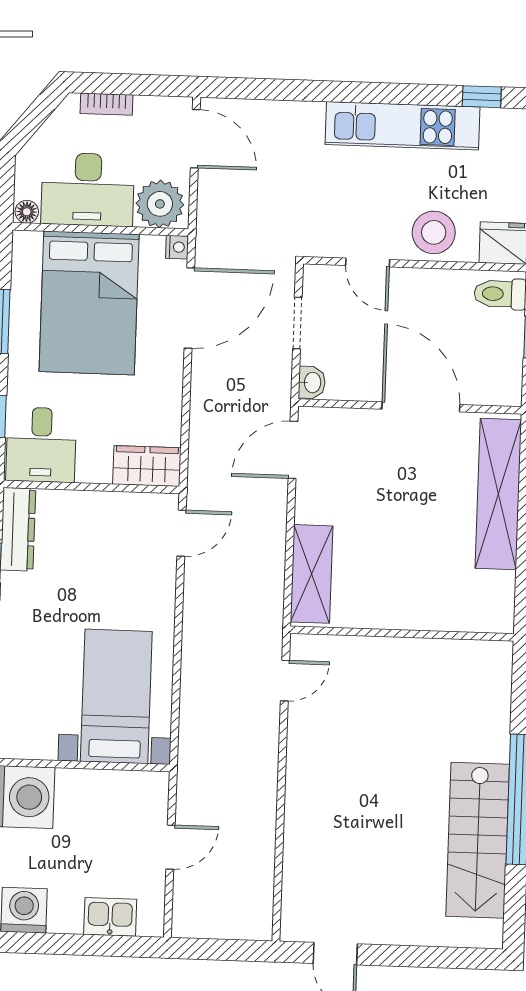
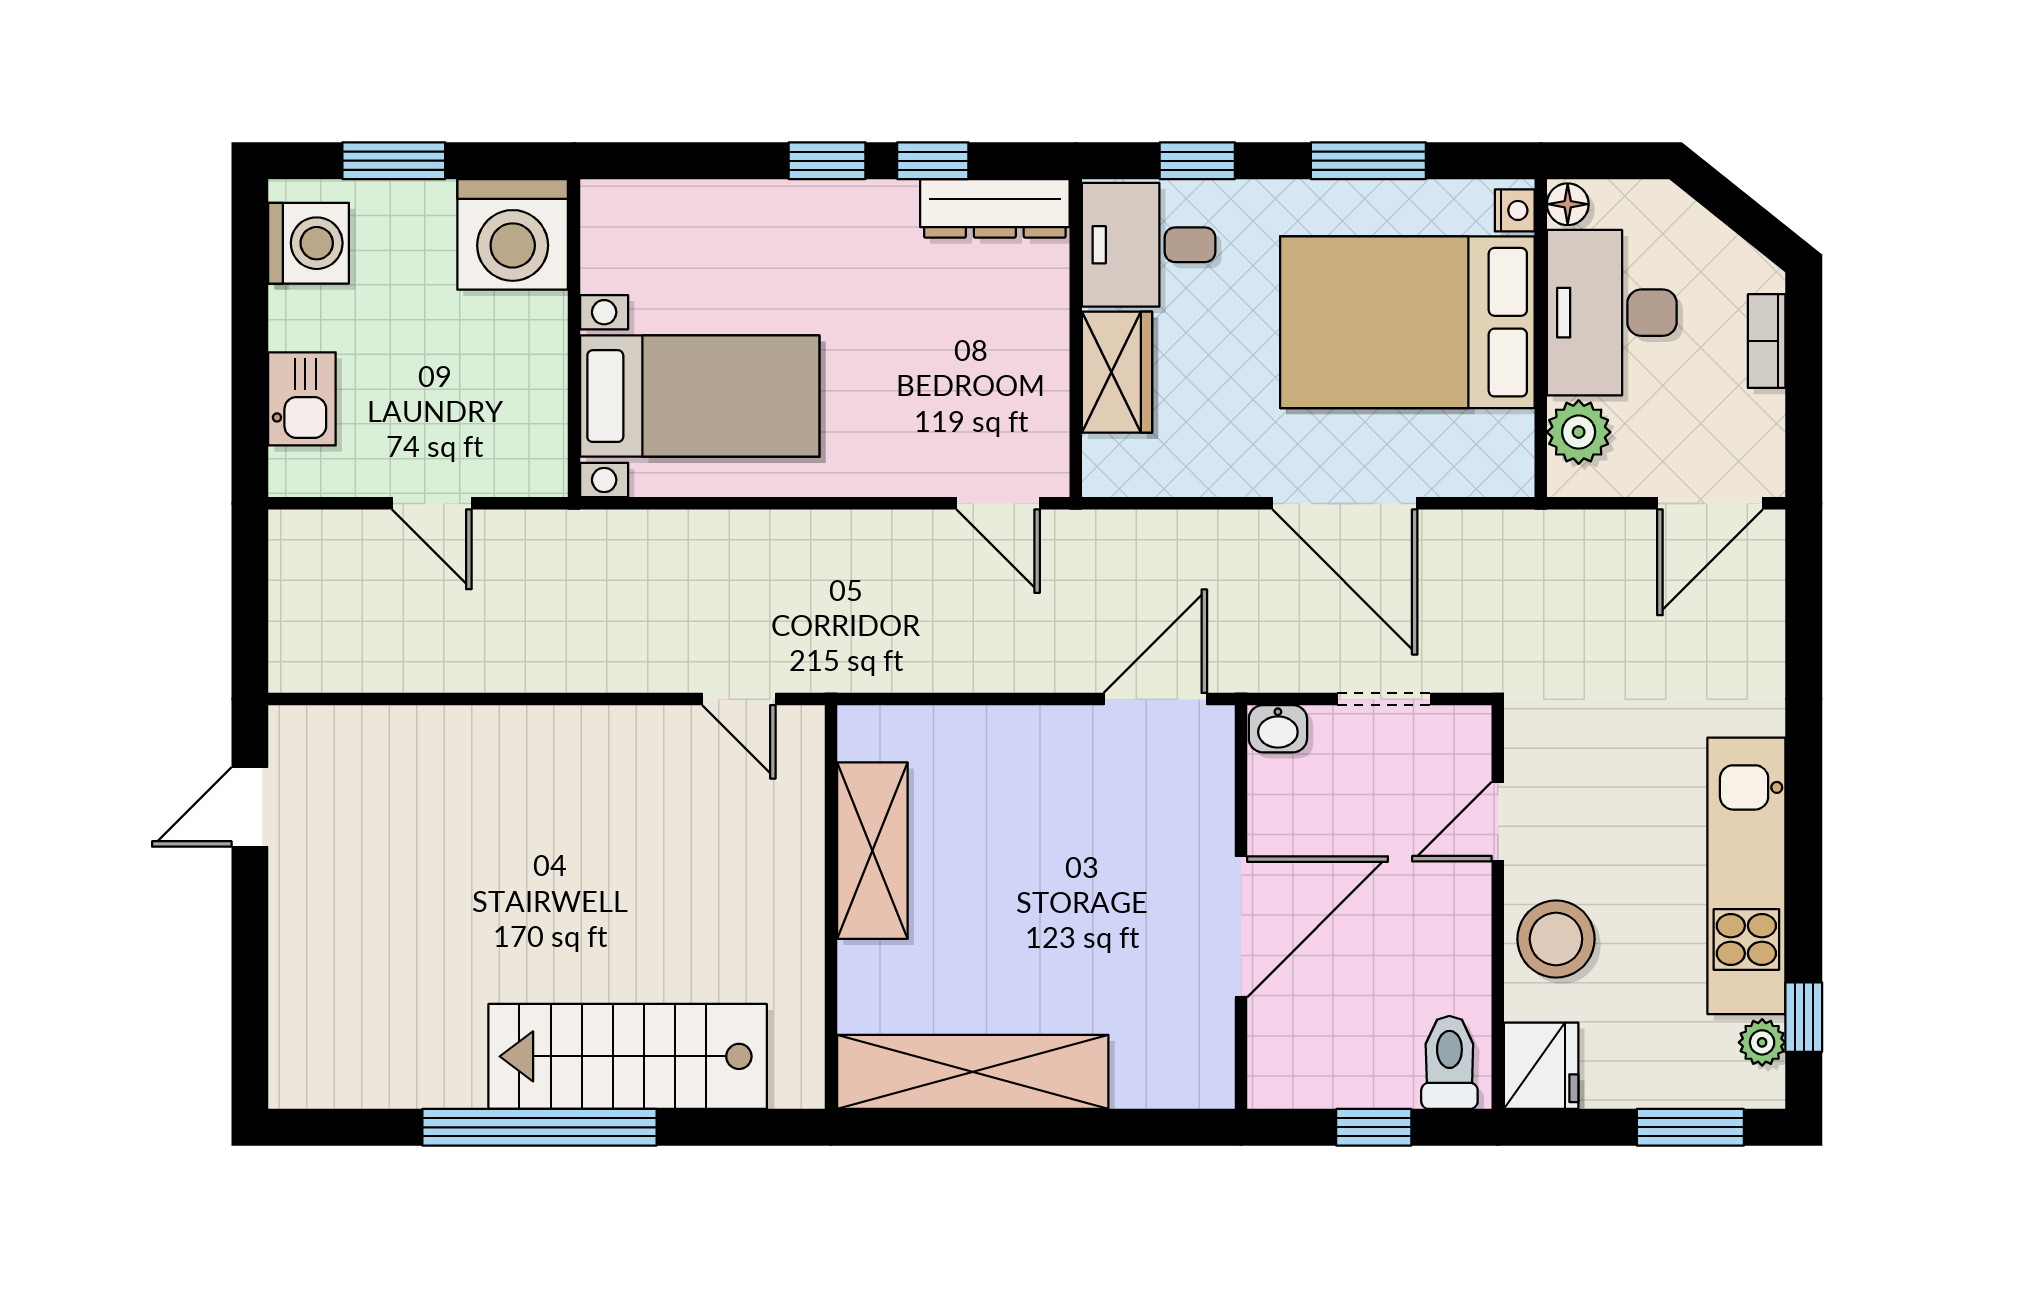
plant: (495, 120) -> (1762, 1042), added
plant: (160, 204) -> (1579, 432), width x0.73, depth x0.73
nightstand: (177, 247) -> (1515, 210), moved, turned -90
door: (189, 308) -> (1345, 503), moved
door: (293, 450) -> (1155, 699), hinge flipped
wardrobe: (147, 466) -> (1117, 372), moved
shelving: (498, 494) -> (973, 1072), moved
shelving: (312, 574) -> (872, 851), moved, turned 90
stairs: (478, 840) -> (628, 1056), moved

